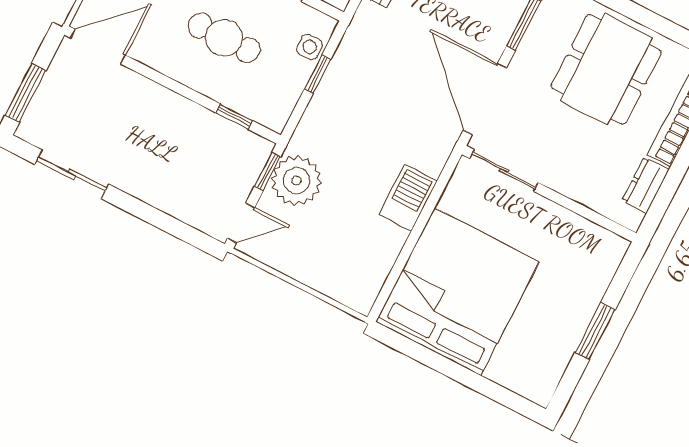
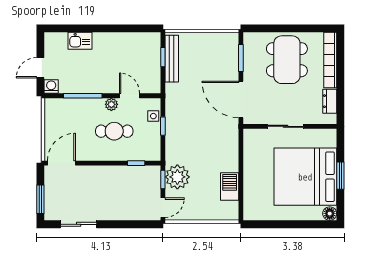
sliding door: (504, 171) -> (285, 126), moved
barbecue: (408, 198) -> (230, 186), moved
bed: (457, 292) -> (305, 177), moved, turned -90
floor lamp: (540, 390) -> (330, 214), added

